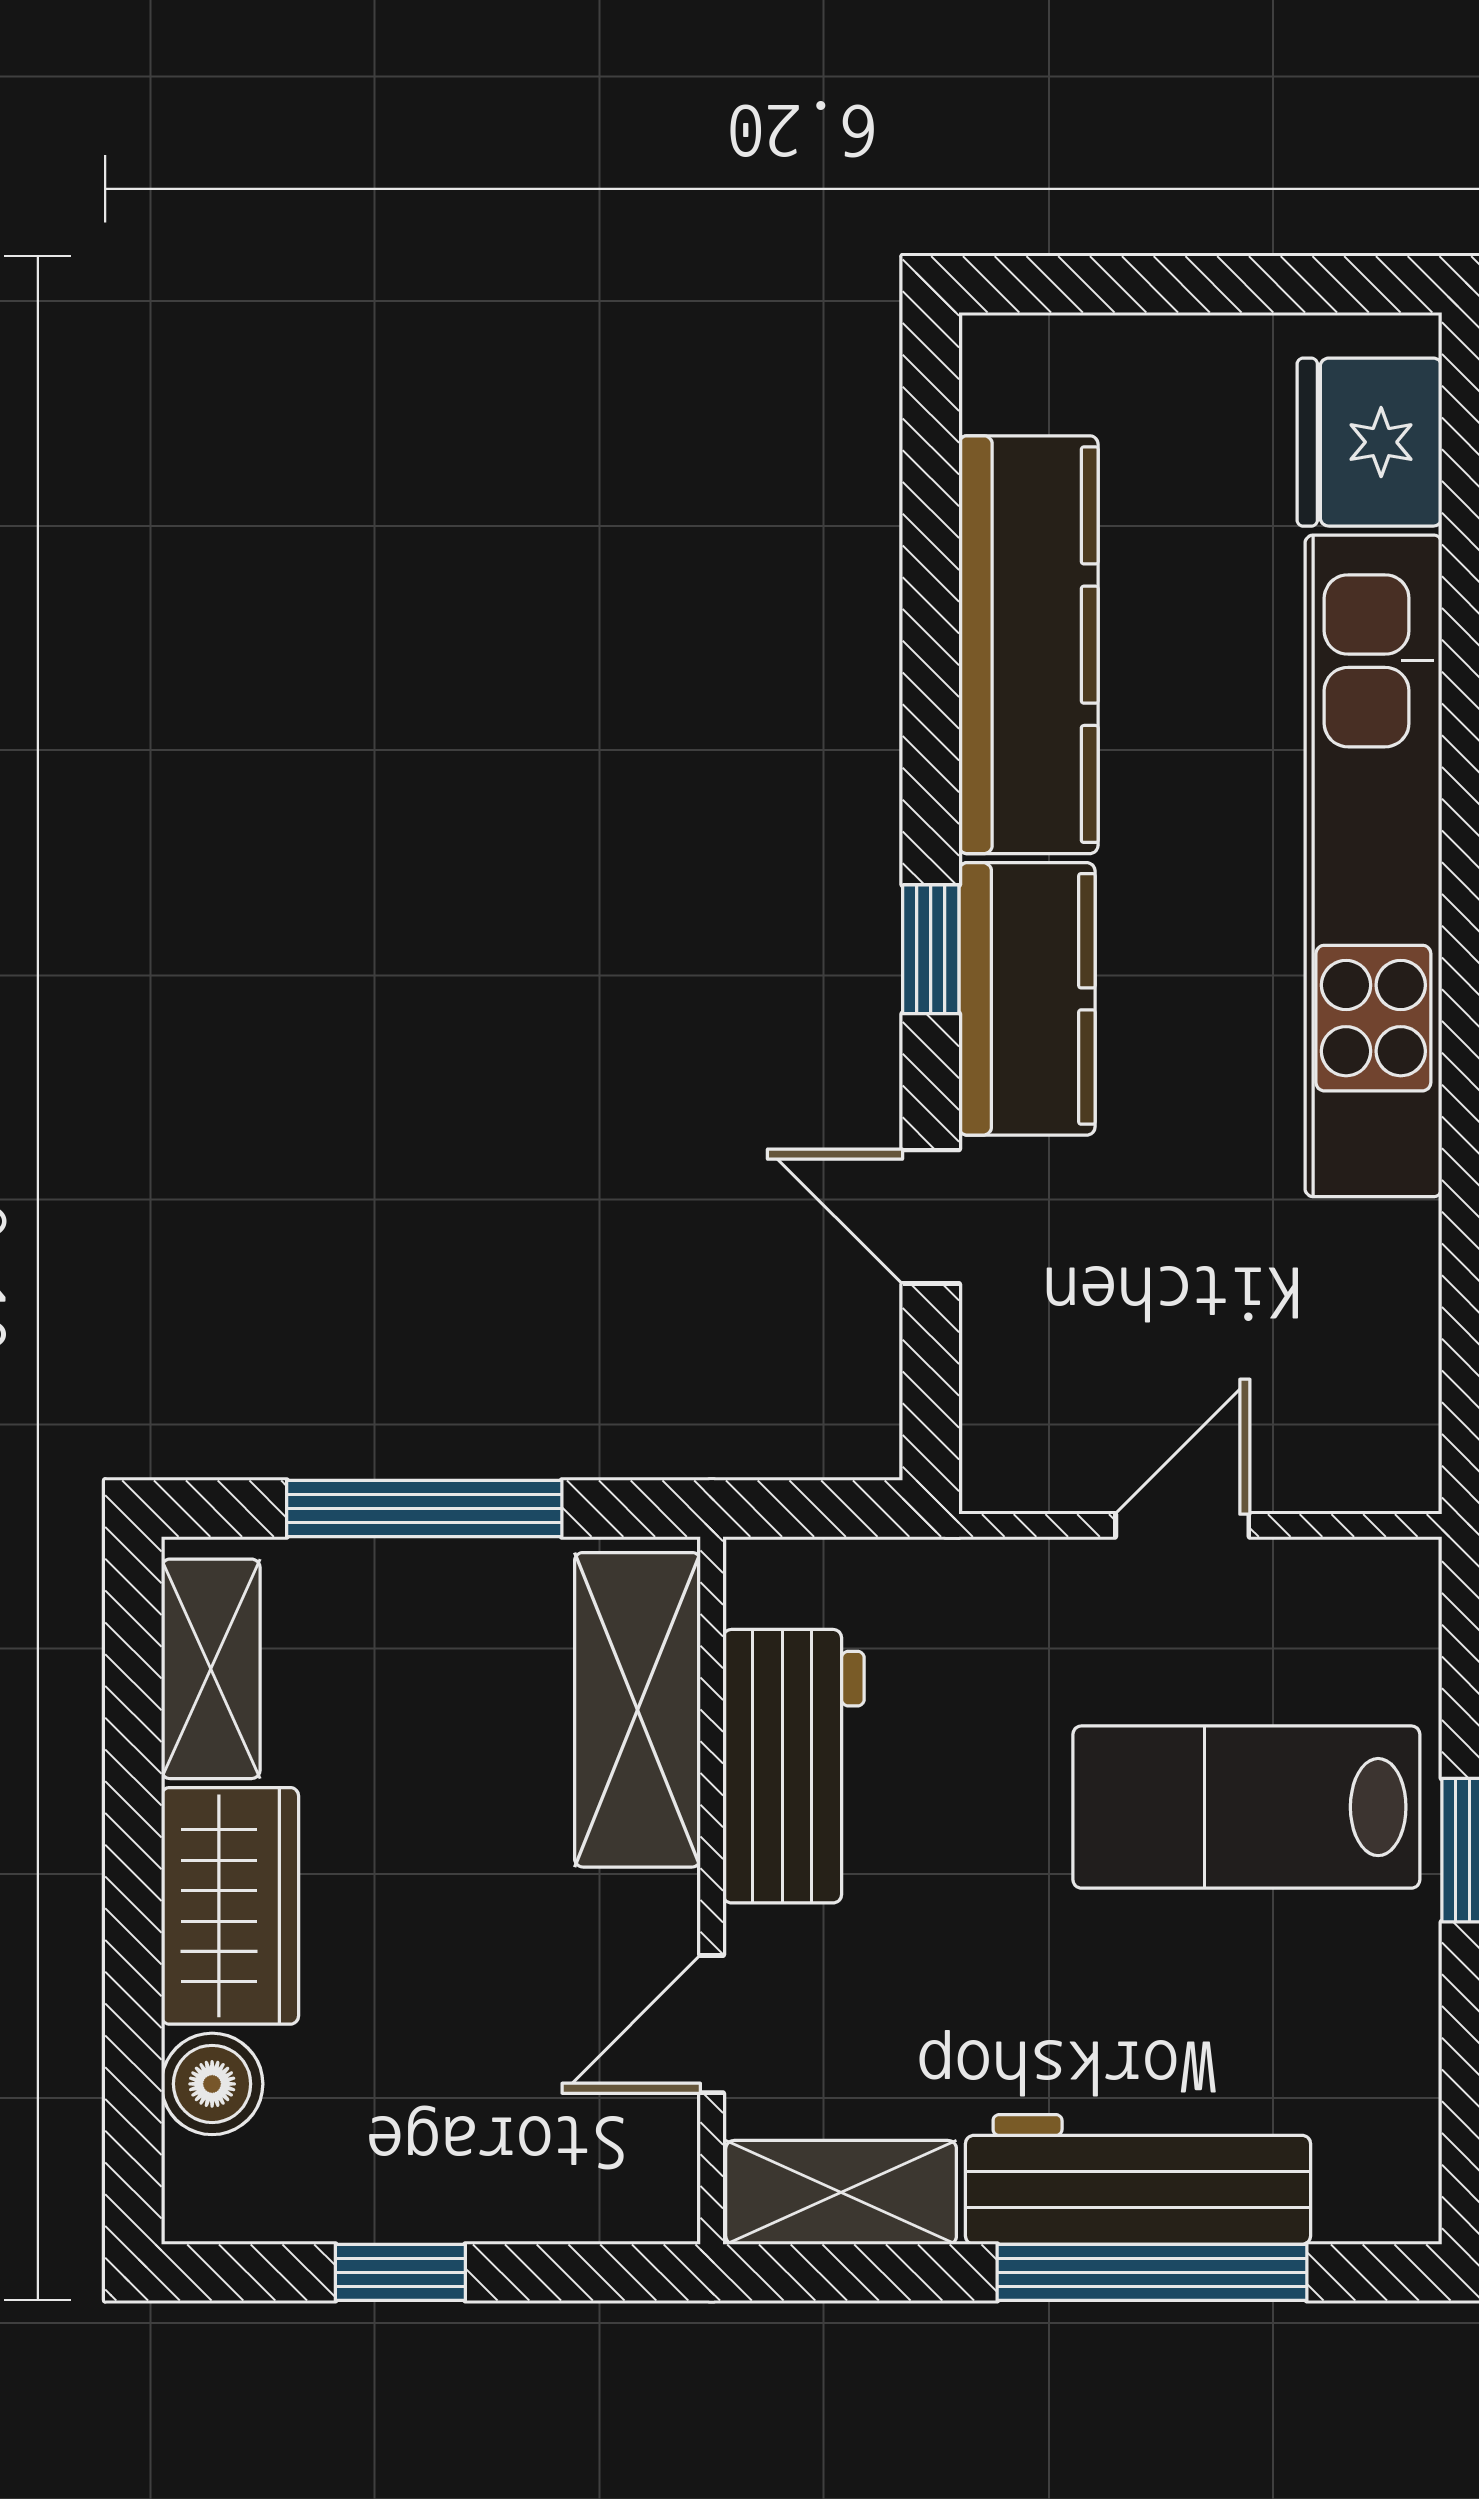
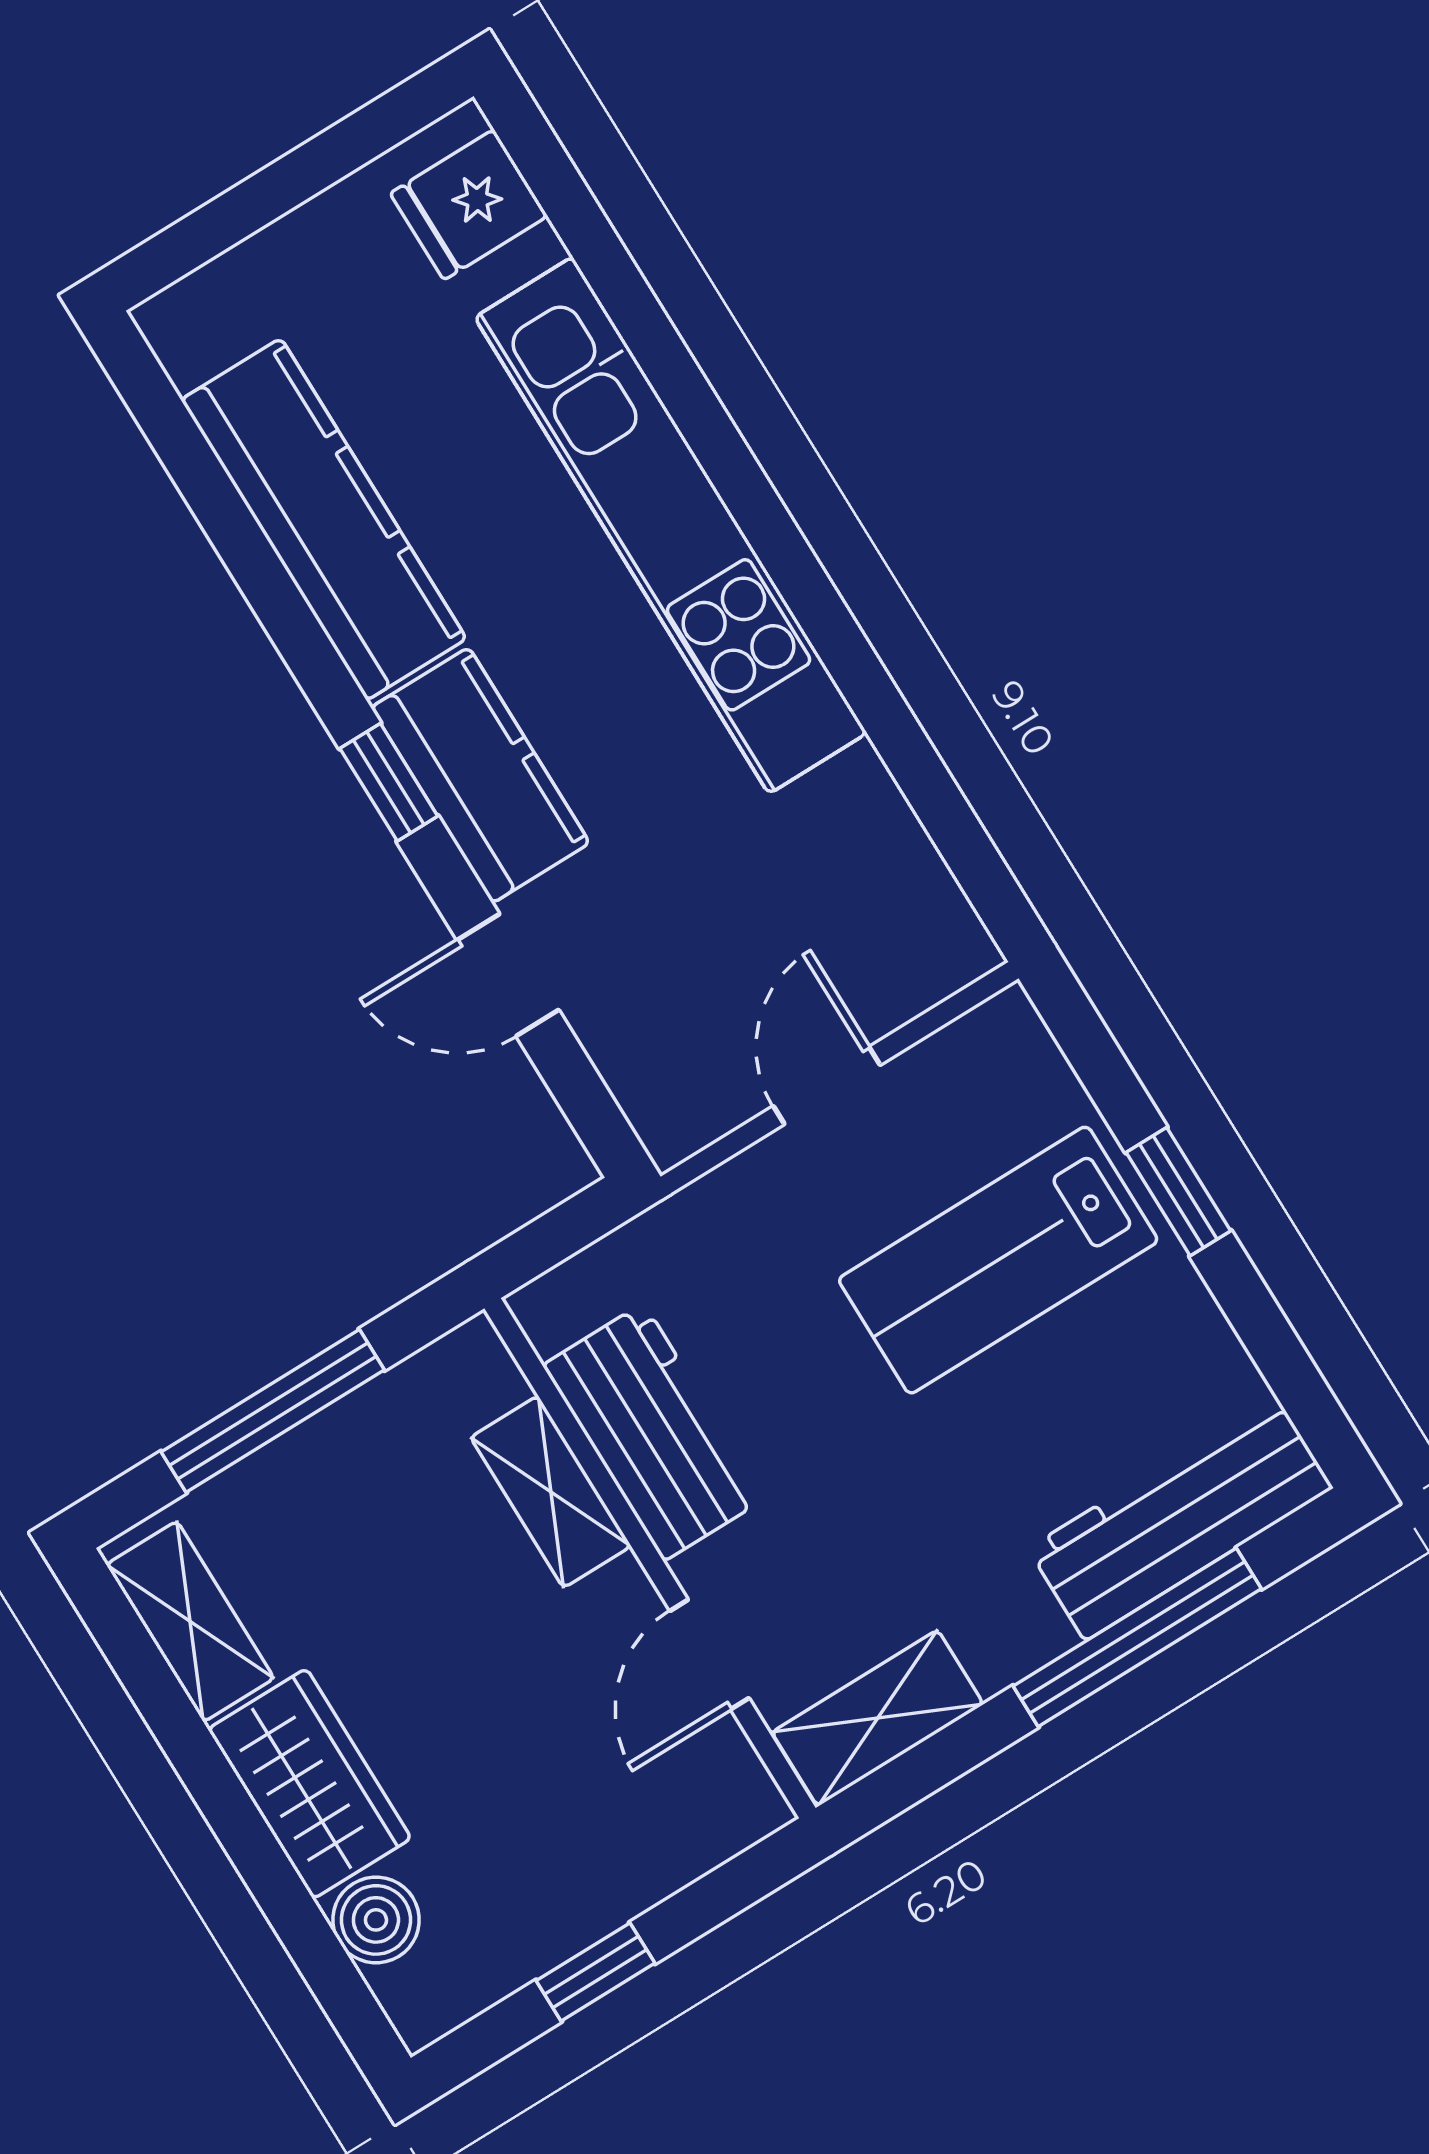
fridge: (1369, 442) -> (469, 205), width x0.72
shelving: (638, 1710) -> (551, 1492), width x0.67, depth x0.75
workbench: (1138, 2179) -> (1180, 1518), moved

